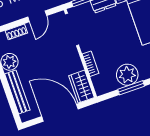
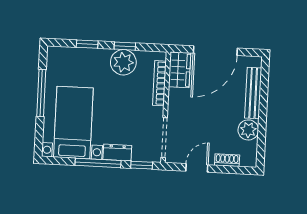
bookcase: (91, 64) -> (159, 83), width x1.56
window: (131, 88) -> (125, 46), width x0.67
door: (60, 113) -> (215, 51), hinge flipped

